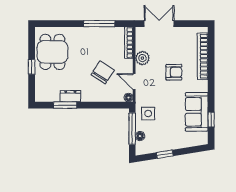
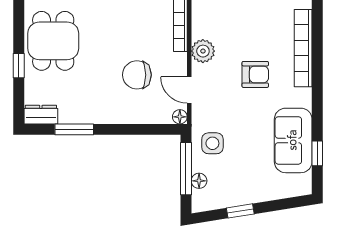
chair: (103, 72) -> (137, 75), turned -123
dresser: (70, 96) -> (41, 115), moved

